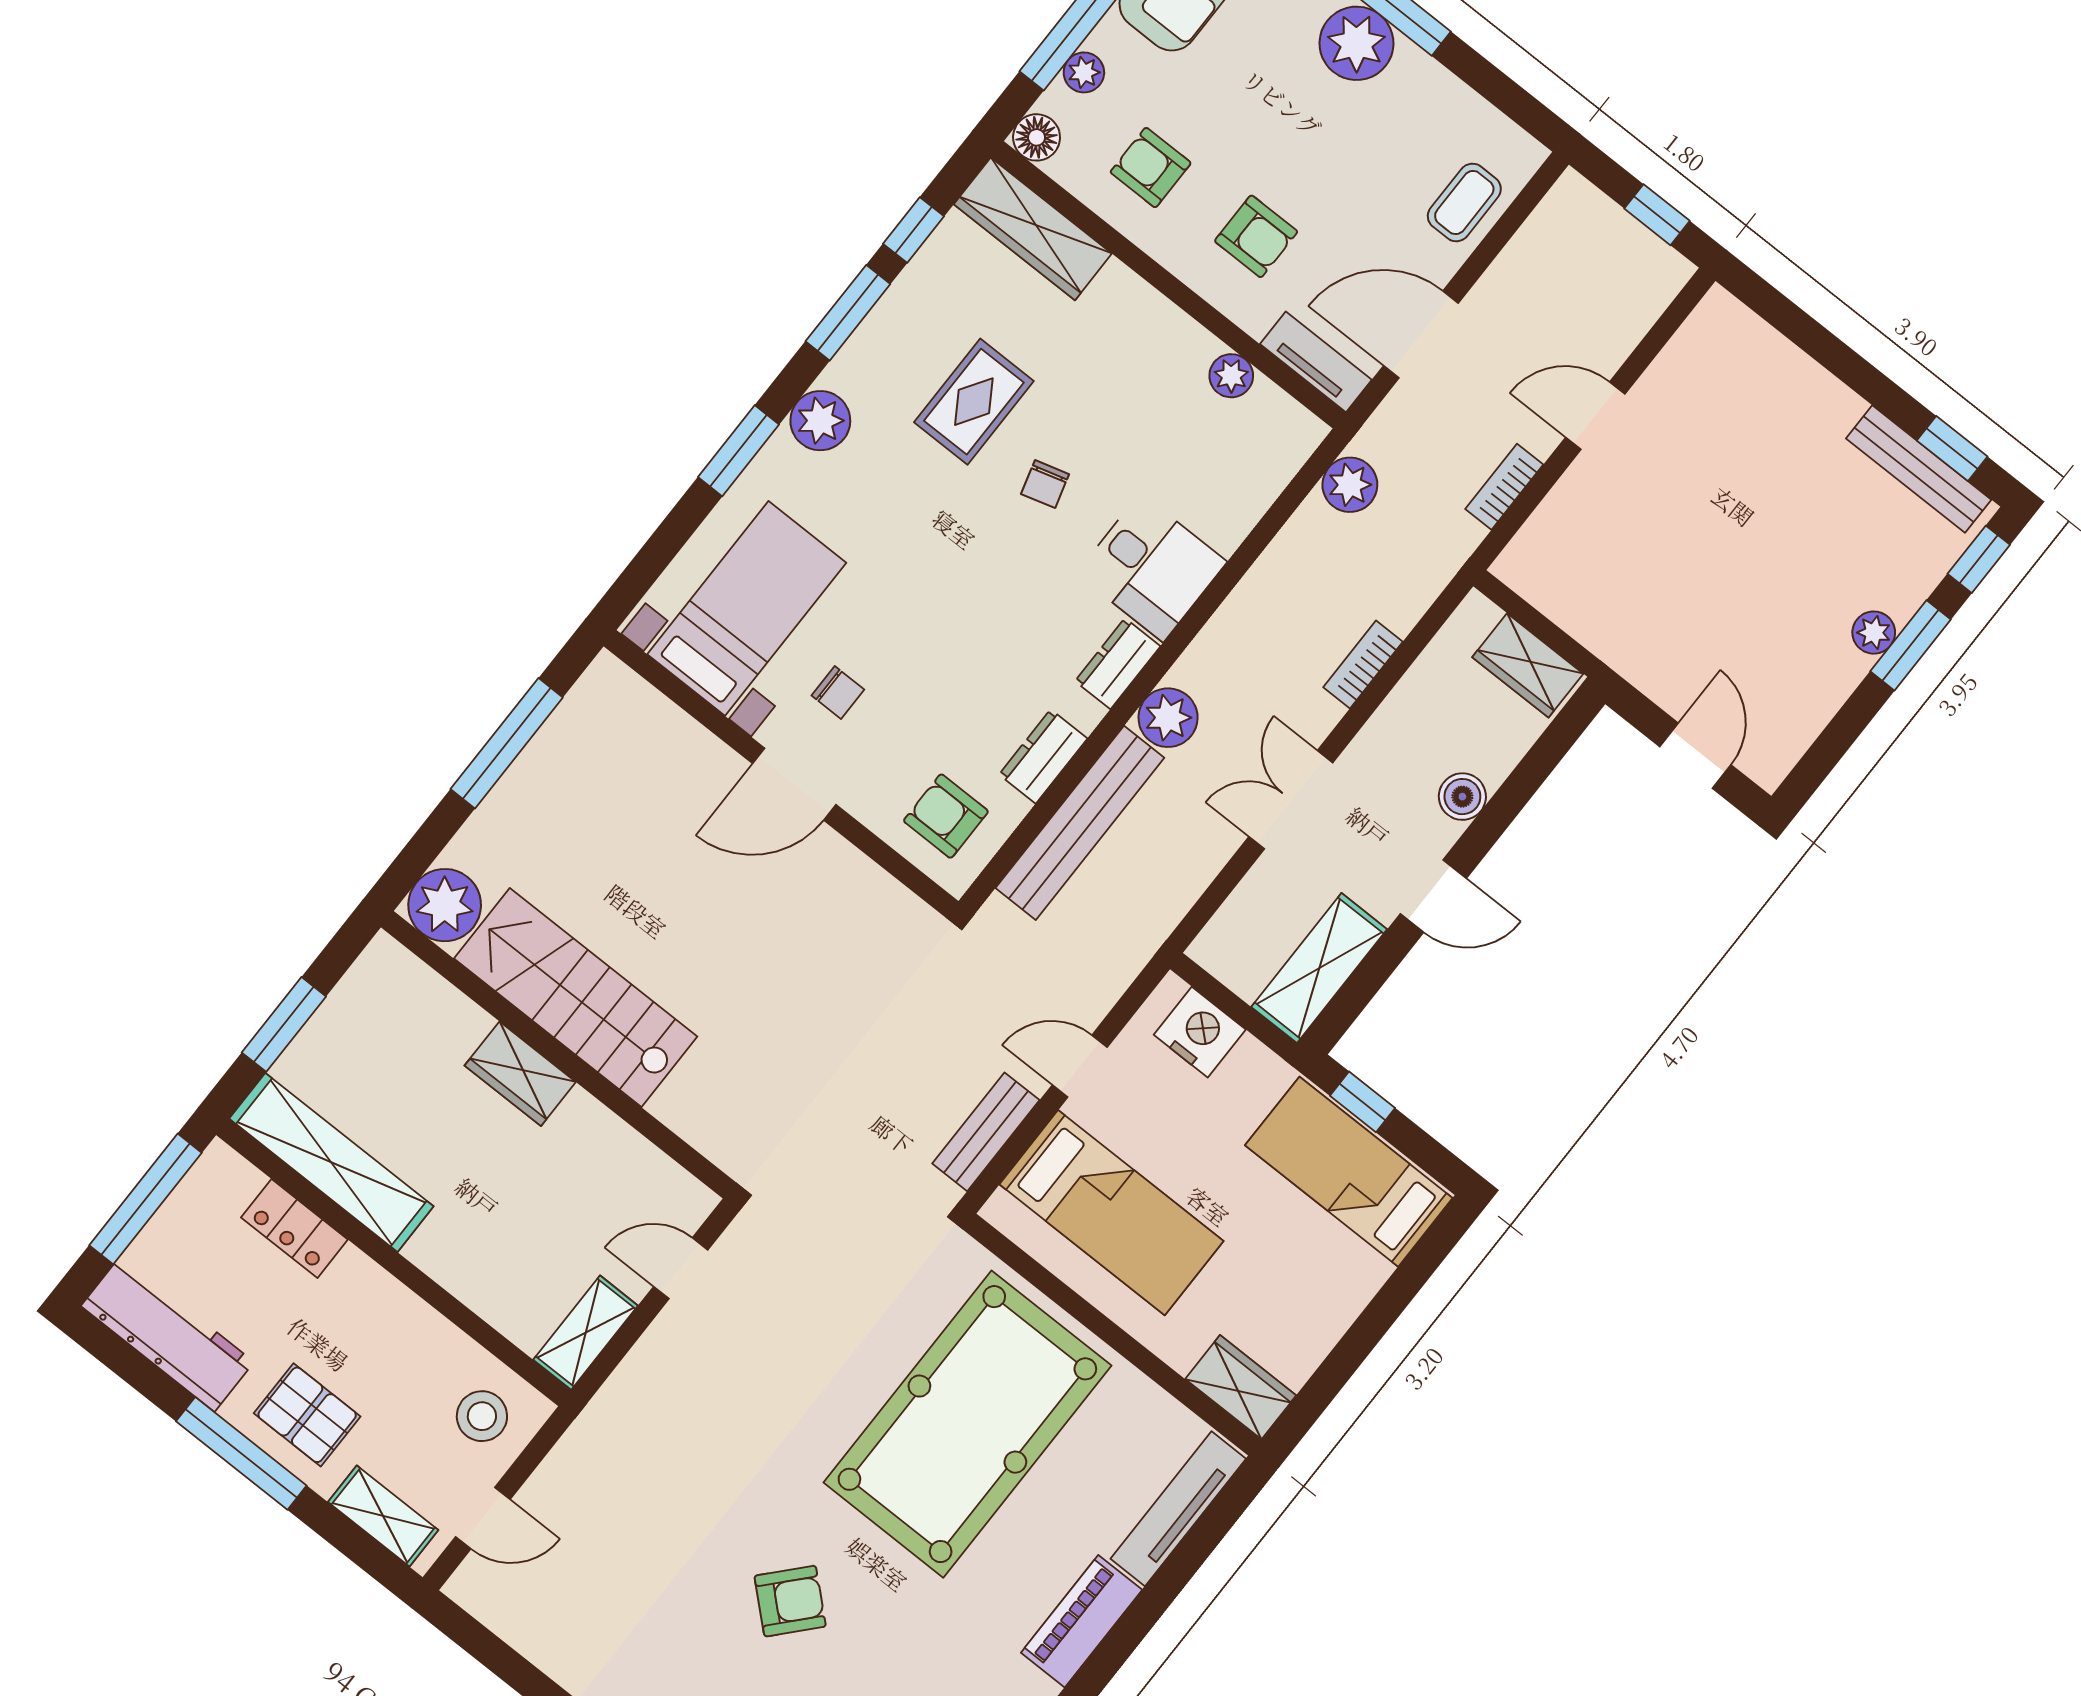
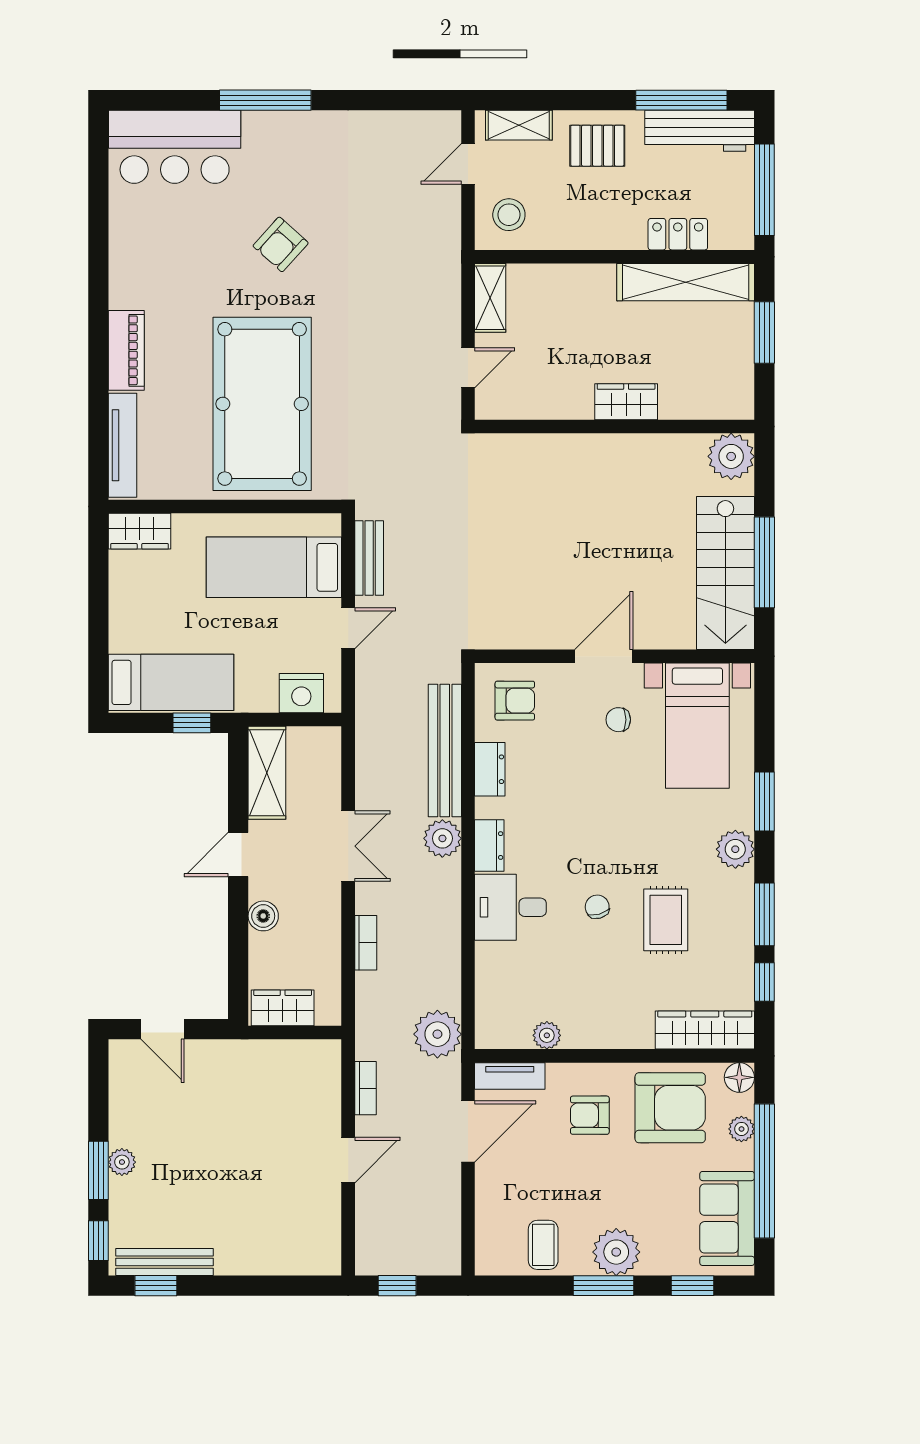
armchair: (1151, 168) -> (670, 1108), width x1.88, depth x1.88
coffee table: (1464, 203) -> (543, 1245), moved
plant: (1350, 485) -> (437, 1034), width x1.36, depth x1.36
stairs: (576, 998) -> (725, 573), moved, turned 90
window: (241, 1453) -> (681, 100), moved

